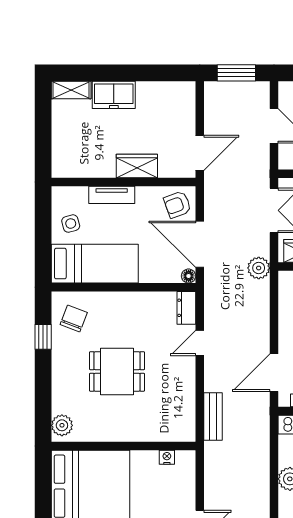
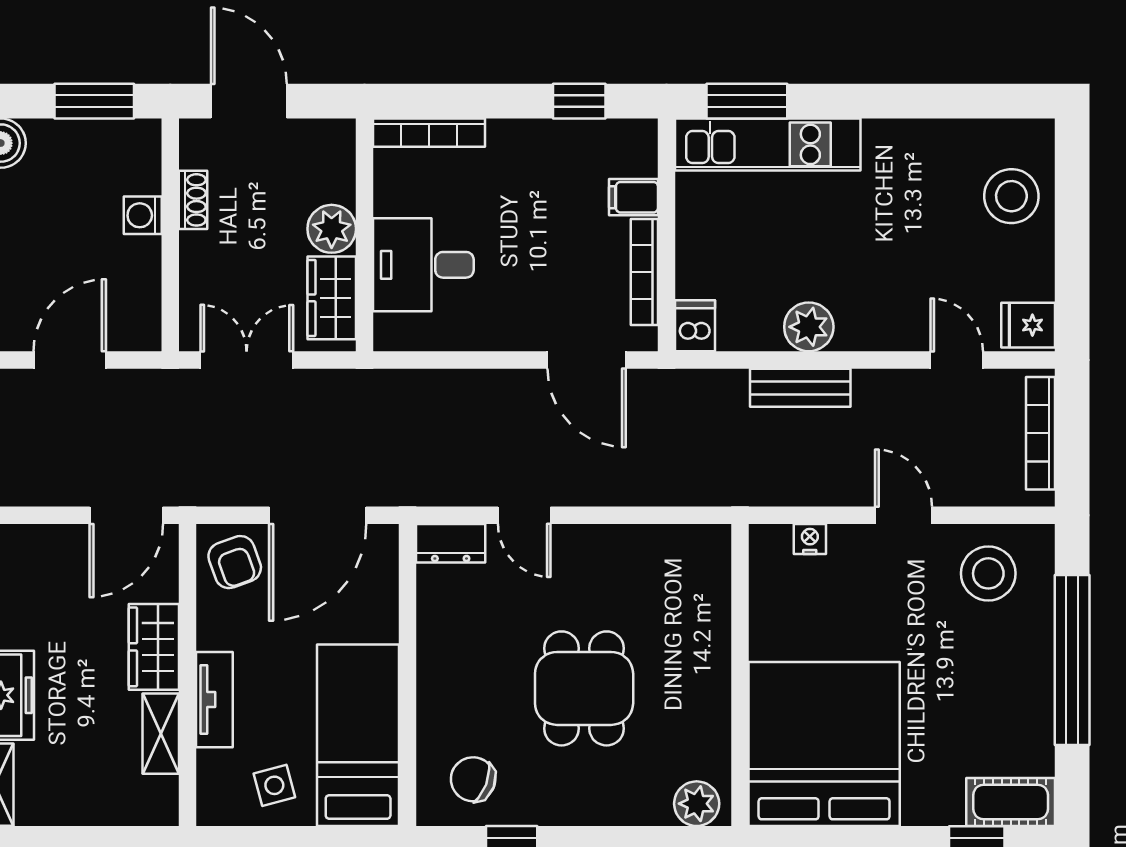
door: (200, 153) -> (126, 515), swing flipped
shelving: (95, 169) -> (161, 734), added
plant: (259, 268) -> (367, 392), removed
floor lamp: (189, 276) -> (384, 539), removed
bench: (213, 416) -> (800, 388), moved
nightstand: (167, 457) -> (810, 539), moved, turned 90

